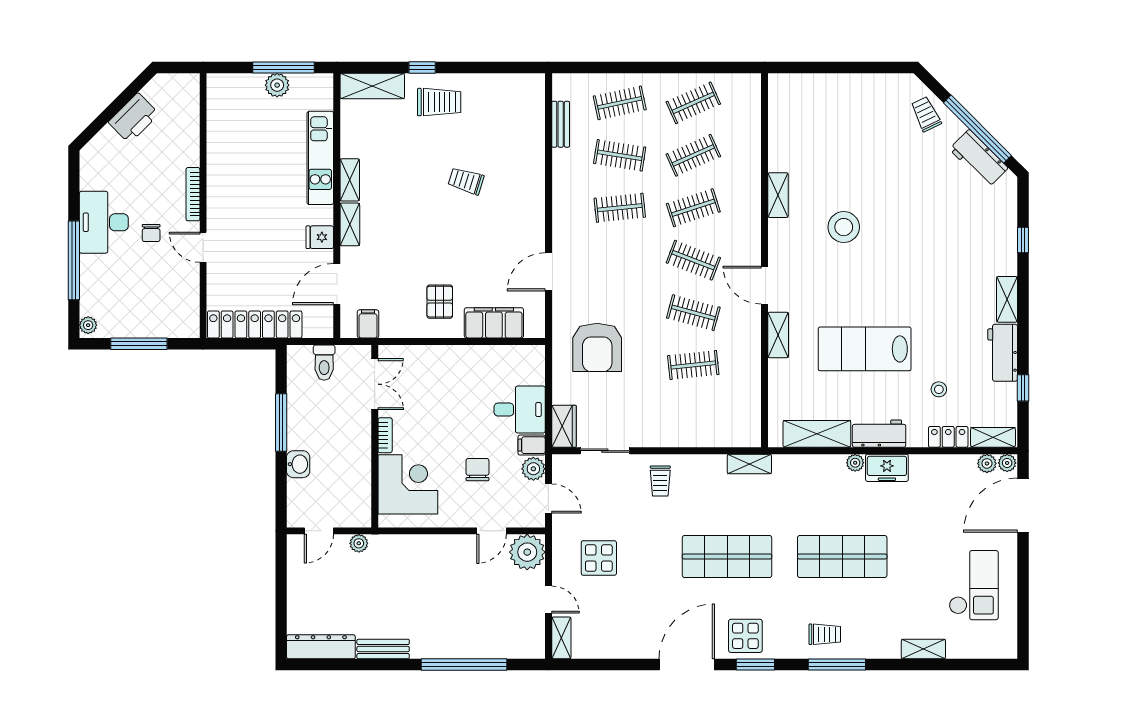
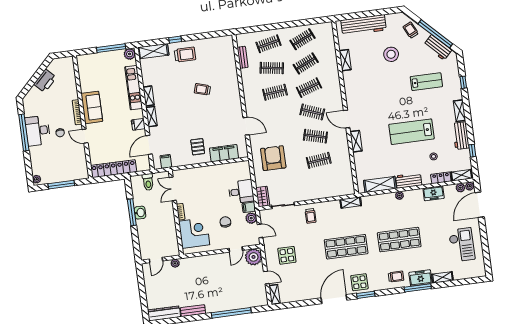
plant: (277, 85) -> (130, 54), moved
workbench: (827, 90) -> (364, 25), added
sofa: (226, 188) -> (92, 107), added
shelving: (778, 195) -> (345, 60), moved
stool: (844, 227) -> (391, 54), moved
lab bench: (945, 228) -> (426, 82), added
window: (74, 260) -> (24, 132), moved
door: (548, 272) -> (246, 126), swing flipped
armchair: (597, 347) -> (273, 158), turned 180
lab bench: (865, 349) -> (411, 132), moved
double door: (375, 384) -> (173, 189), swing flipped
washbasin: (298, 464) -> (140, 213), moved
freezer: (887, 468) -> (434, 193), moved
freezer: (876, 644) -> (420, 278), added
window: (837, 665) -> (418, 288), moved

